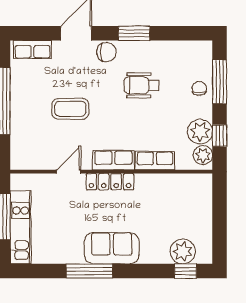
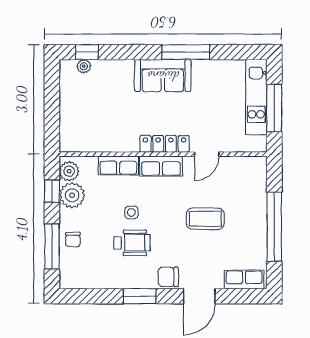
side table: (142, 115) -> (131, 212), added
plant: (183, 251) -> (84, 66), width x0.53, depth x0.53

